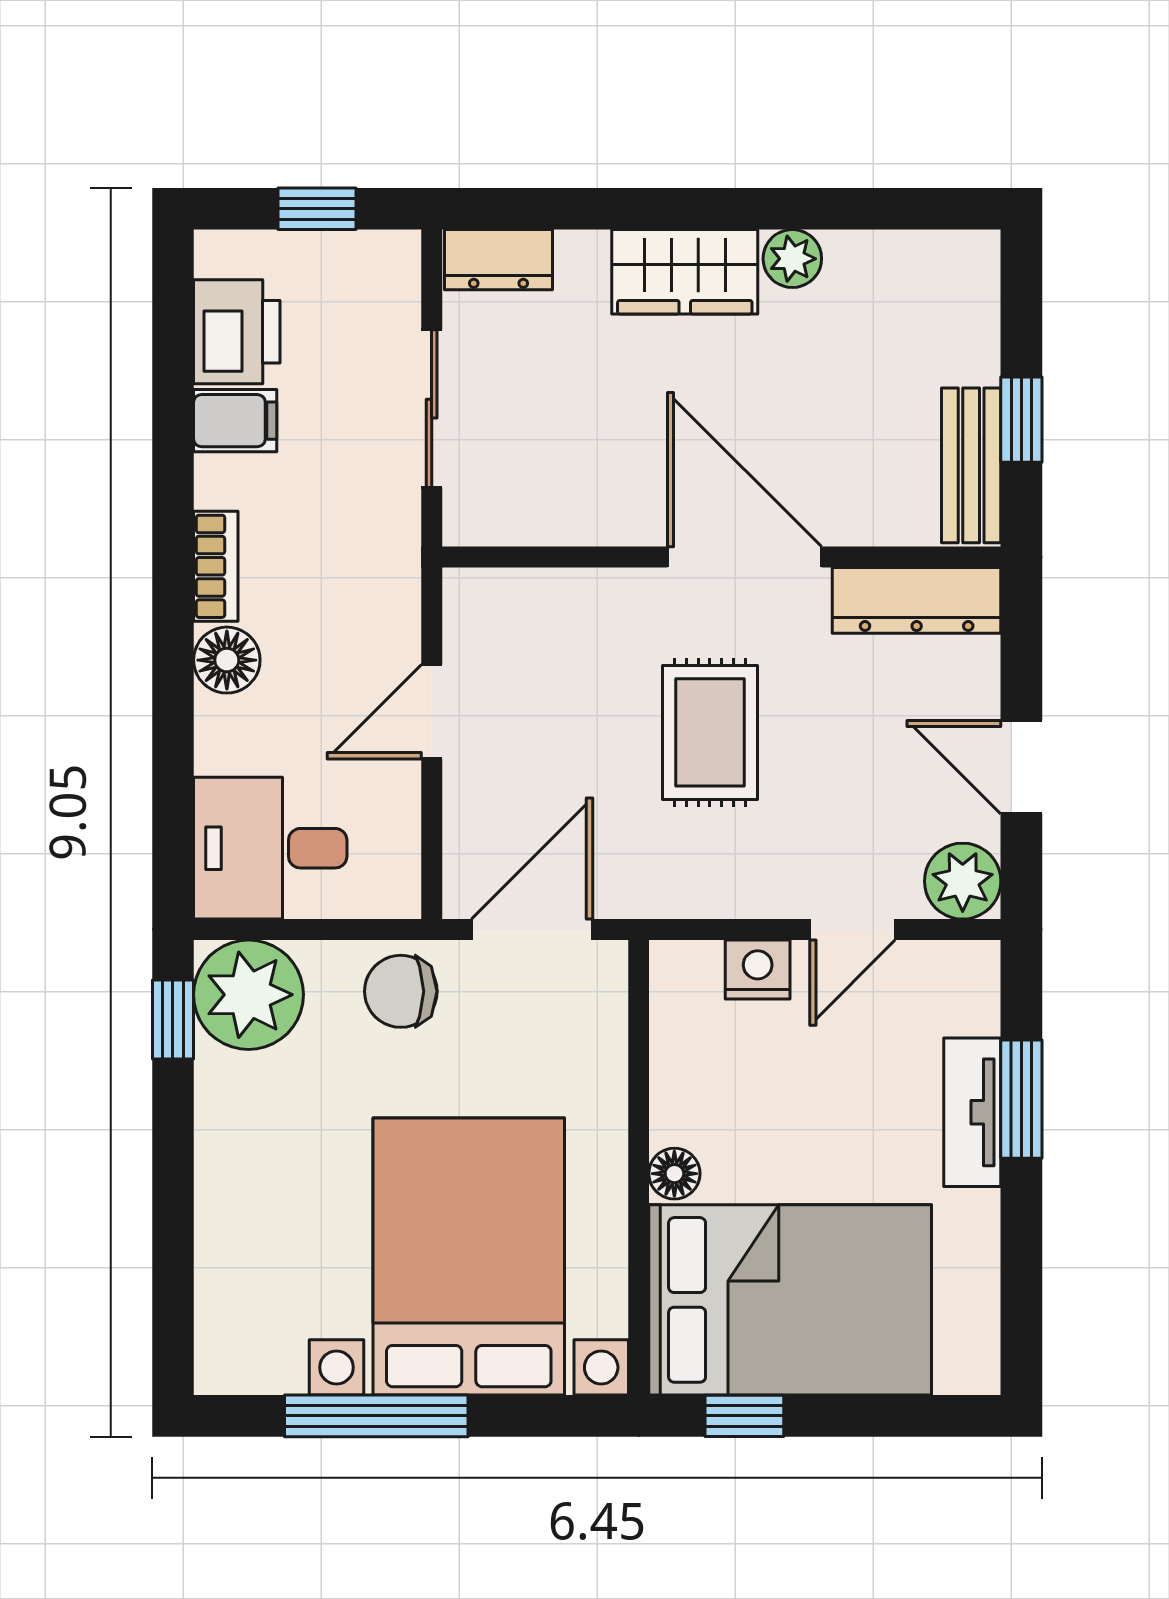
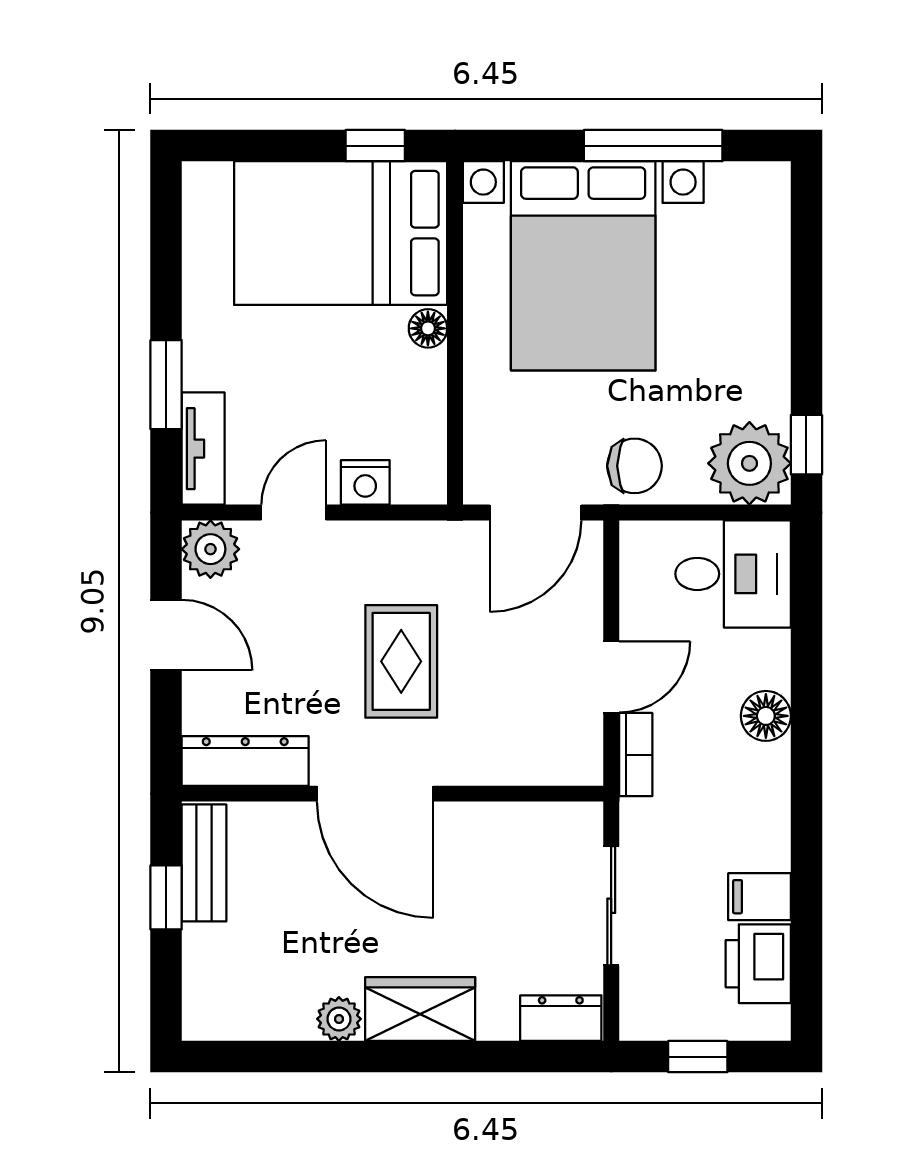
bookcase: (216, 566) -> (636, 755), moved, turned 180
tv unit: (972, 1112) -> (203, 449), moved

